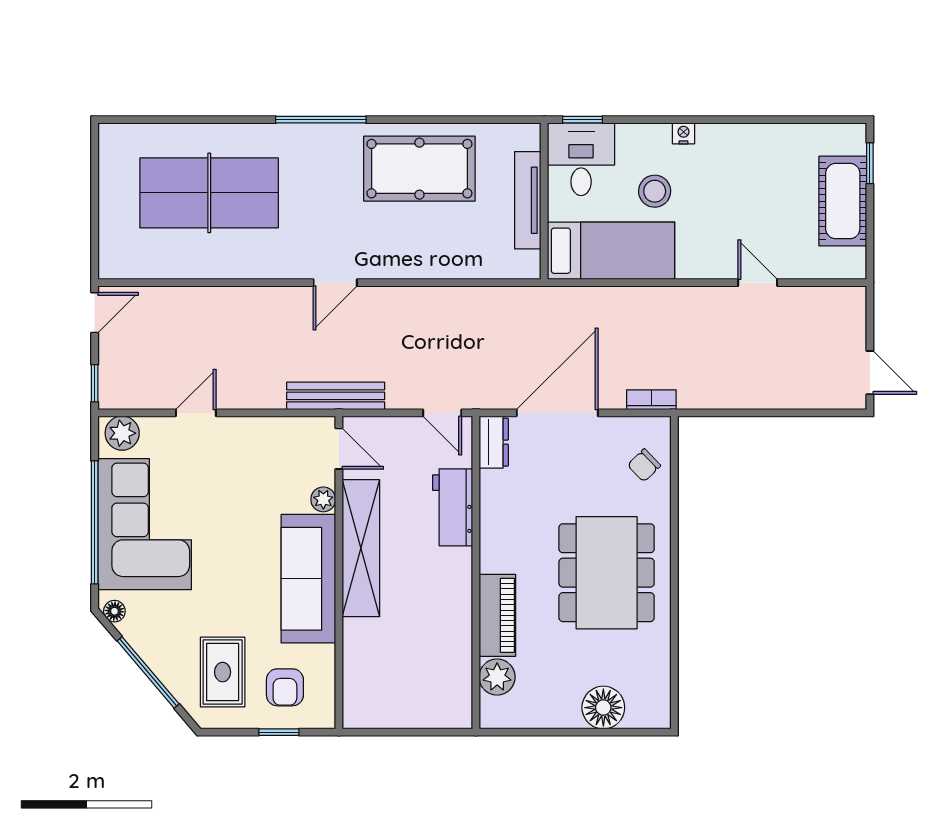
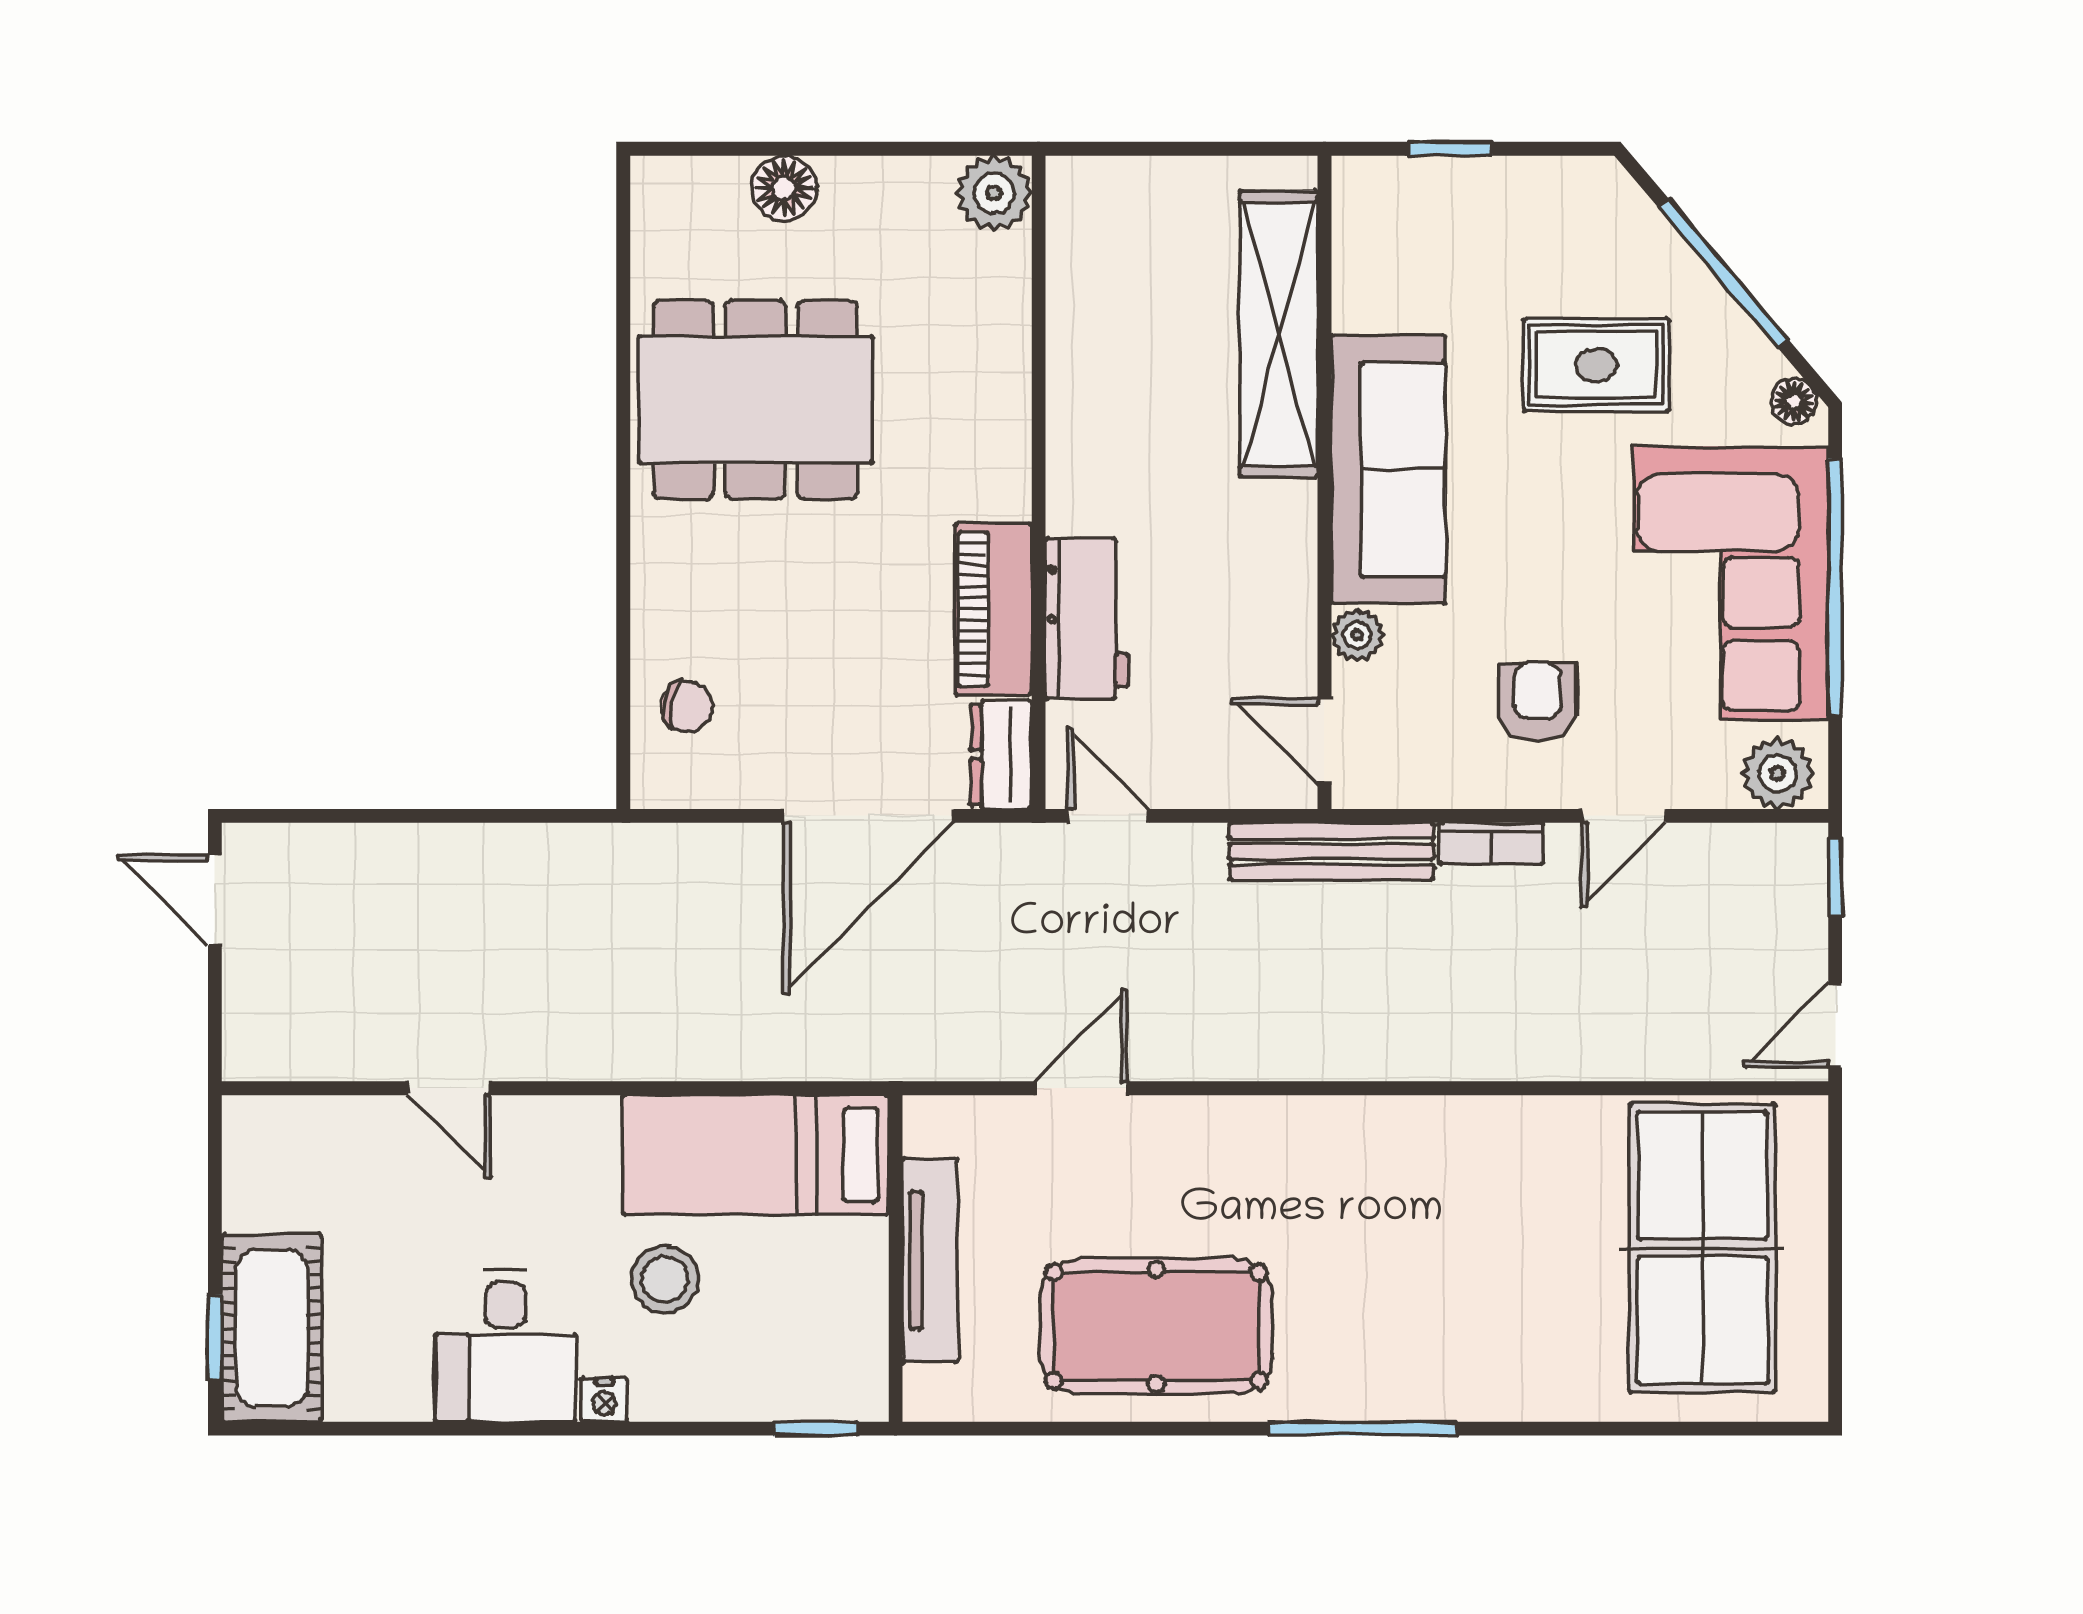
desk: (581, 159) -> (505, 1346), moved
table tennis table: (209, 193) -> (1703, 1248), moved, turned 90
cot: (843, 201) -> (271, 1328), moved
door: (335, 283) -> (1081, 1088), moved
bookcase: (651, 400) -> (1491, 843), moved
chair: (644, 465) -> (687, 706), turned 57
shelving: (361, 548) -> (1279, 334), moved
dining table: (607, 573) -> (755, 400), moved, turned 90
piano: (497, 615) -> (993, 609), moved
rug: (223, 672) -> (1597, 365), moved, turned 90
plant: (497, 677) -> (994, 193), moved
armchair: (285, 687) -> (1538, 701), moved
floor lamp: (603, 708) -> (784, 188), width x0.73, depth x0.73

